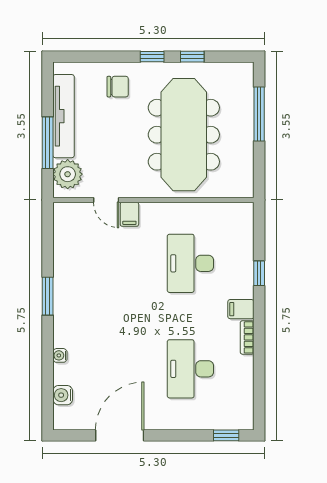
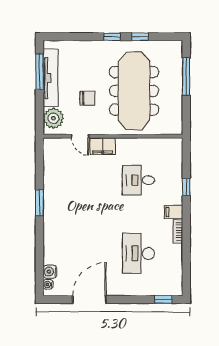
chair: (118, 87) -> (87, 98), moved
window: (48, 143) -> (39, 72), moved
filing cabinet: (129, 214) -> (103, 146), width x2.00
desk: (190, 263) -> (138, 180), width x0.73
water cooler: (60, 355) -> (48, 284), moved

